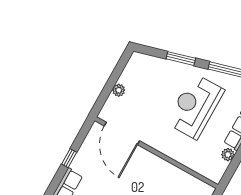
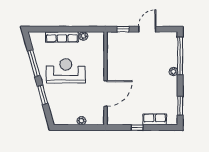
reception desk: (195, 106) -> (66, 71), turned 180
door: (122, 133) -> (106, 93), moved

